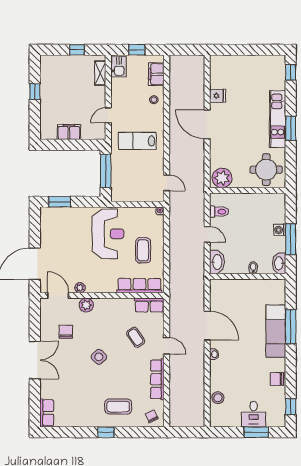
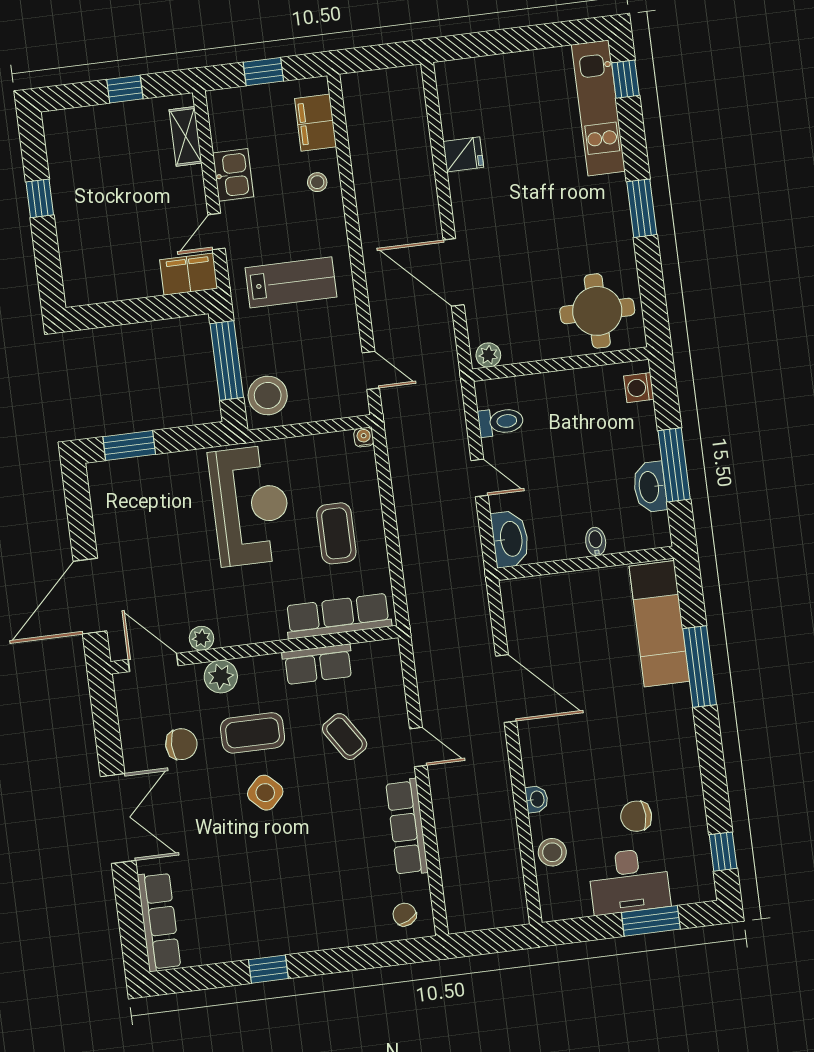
kitchen sink: (118, 67) -> (233, 175), moved
kitchen unit: (278, 119) -> (598, 108), moved
door: (207, 124) -> (454, 272), moved
filing cabinet: (69, 132) -> (189, 274), moved
lab bench: (137, 141) -> (291, 282), turned 180
plant: (222, 178) -> (488, 355), width x0.53, depth x0.53
stool: (121, 188) -> (268, 395), added
washing machine: (280, 230) -> (639, 388), moved
washbasin: (279, 263) -> (650, 487), moved
row of seats: (149, 305) -> (318, 664), moved
exam couch: (276, 331) -> (659, 624), moved
chair: (66, 332) -> (181, 744), turned 90
washbasin: (214, 354) -> (537, 799), moved
chair: (277, 379) -> (636, 816), moved
coffee table: (118, 406) -> (253, 733), moved
row of seats: (47, 413) -> (159, 921), width x1.48
desk: (254, 414) -> (629, 881), width x1.37
window: (106, 432) -> (268, 969), moved

